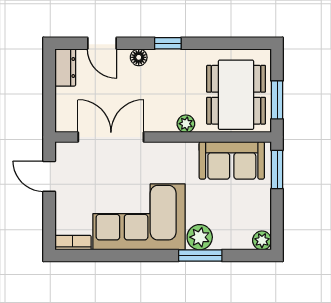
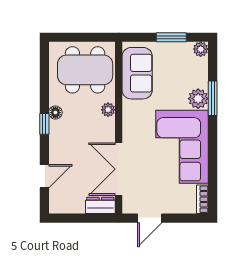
floor lamp: (139, 57) -> (55, 113), moved
dresser: (65, 68) -> (100, 205), moved
window: (277, 100) -> (89, 37), removed
window: (277, 170) -> (171, 37), moved

